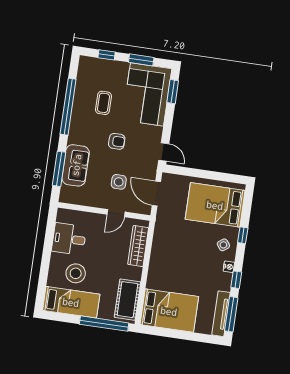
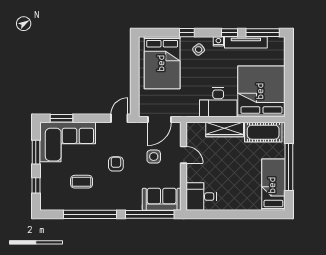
sofa: (76, 165) -> (162, 199), moved
window: (59, 169) -> (150, 214), width x1.46
desk: (69, 239) -> (201, 197), moved, turned 90
wardrobe: (138, 246) -> (225, 130), moved
desk: (165, 257) -> (218, 102), added
stool: (76, 273) -> (246, 184), removed
bed: (169, 311) -> (261, 91), width x1.36
tv unit: (221, 314) -> (246, 42), moved
window: (104, 324) -> (289, 167), moved

